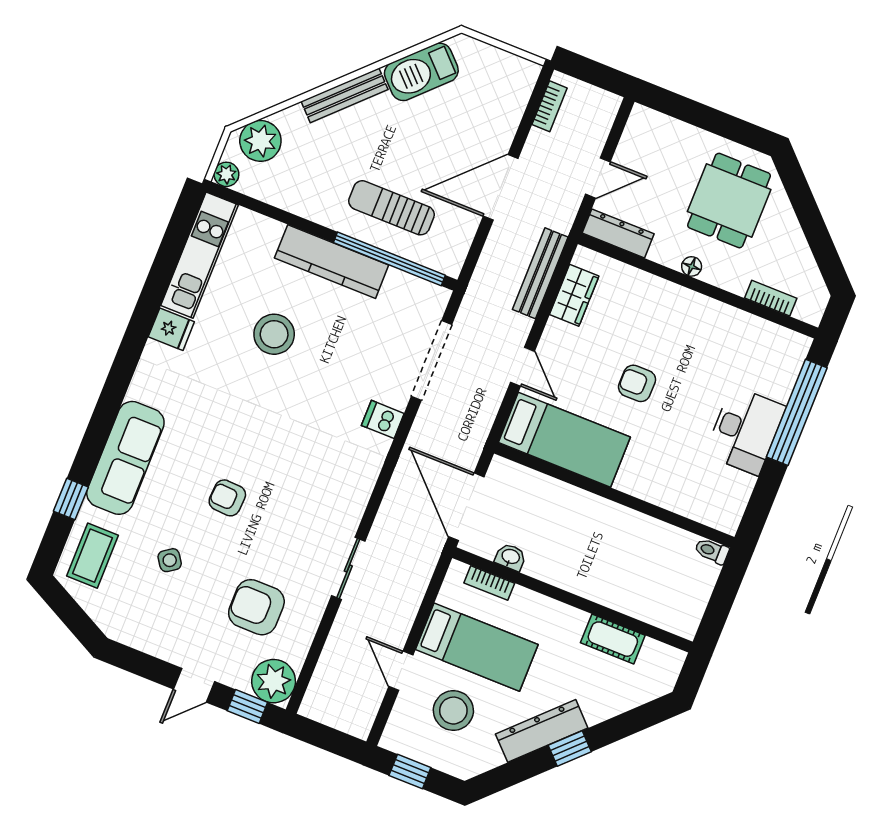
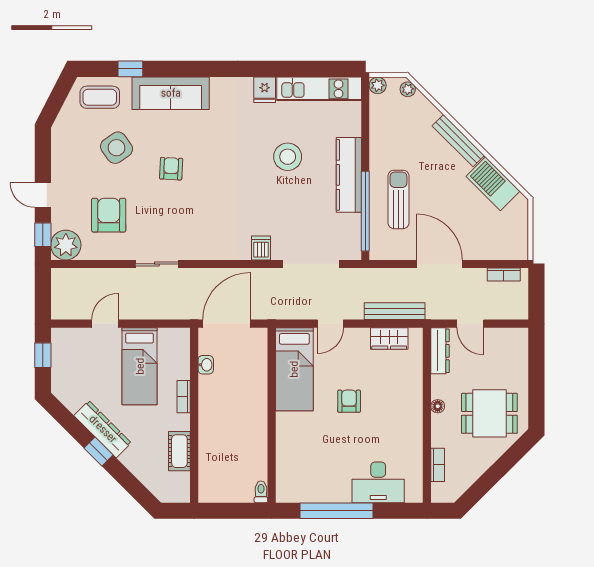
plant: (260, 141) -> (408, 89), width x0.53, depth x0.53
window: (797, 412) -> (337, 511), moved
desk: (745, 430) -> (378, 482), moved
side table: (170, 560) -> (117, 148), width x1.87, depth x1.87
bookcase: (489, 583) -> (184, 397), moved
stool: (453, 711) -> (93, 367), removed

